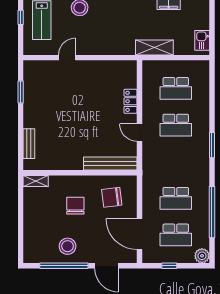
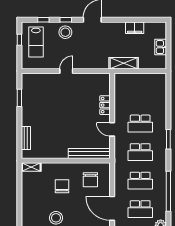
kitchen sink: (202, 40) -> (161, 47), moved
door: (67, 58) -> (66, 71), moved
school desk: (176, 88) -> (140, 152), moved
chair: (112, 197) -> (90, 180), turned -83

